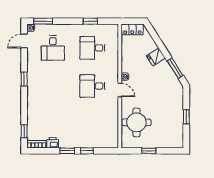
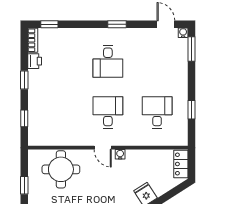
desk: (53, 48) -> (108, 61), moved, turned -90
door: (120, 90) -> (103, 148), hinge flipped
window: (87, 151) -> (24, 118), moved

